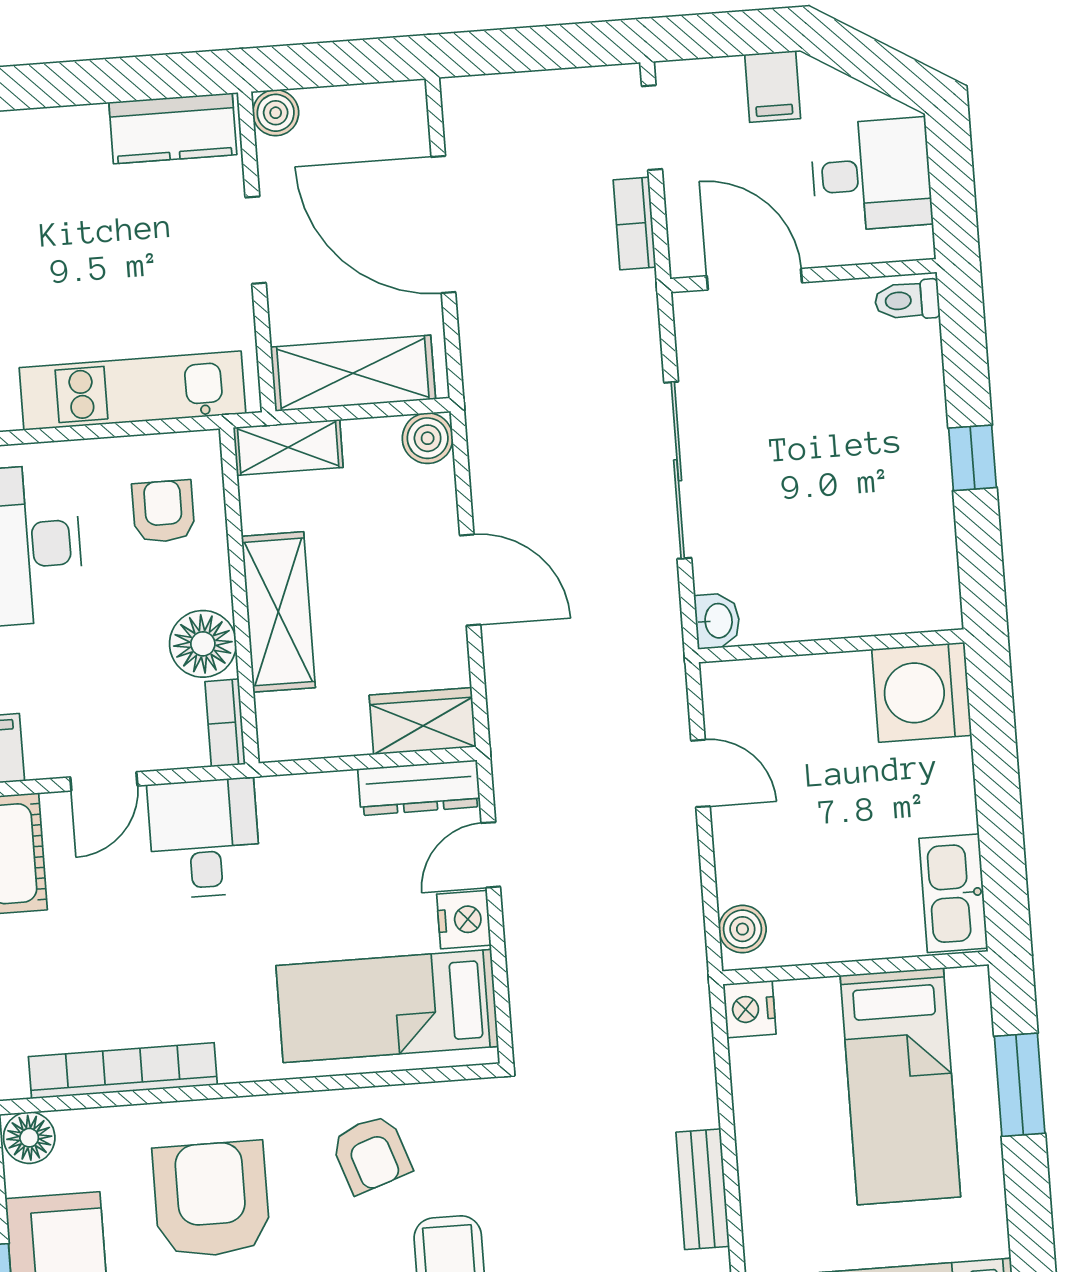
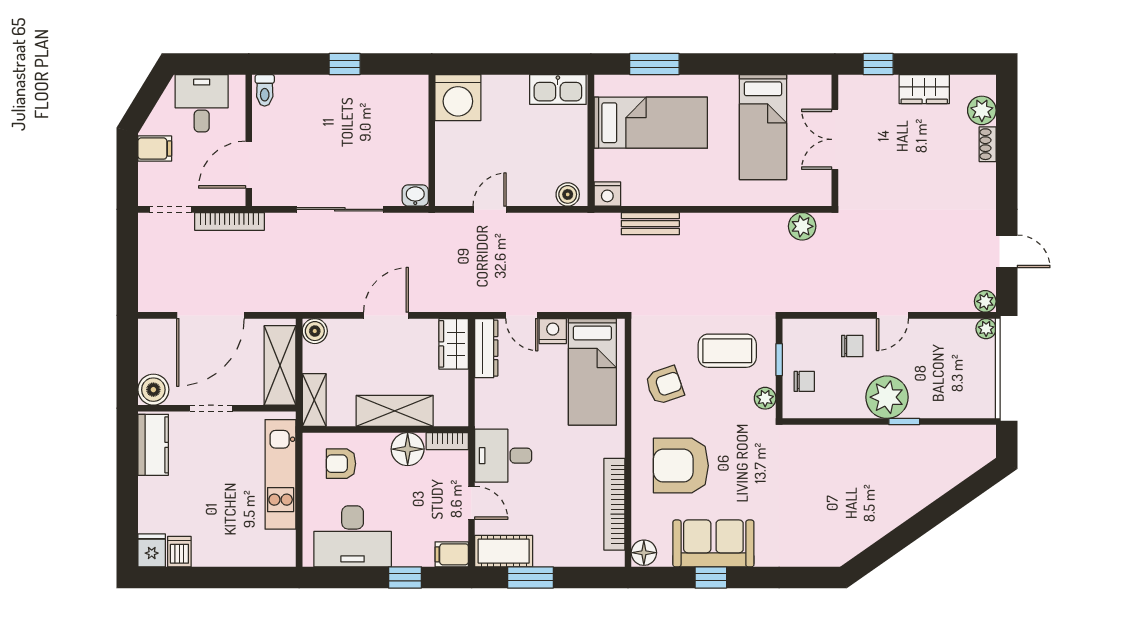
boiler: (276, 113) -> (153, 390), width x1.36, depth x1.36
bookcase: (635, 223) -> (229, 221), width x1.56
bench: (703, 1189) -> (650, 224), moved

